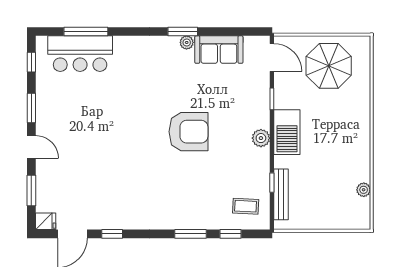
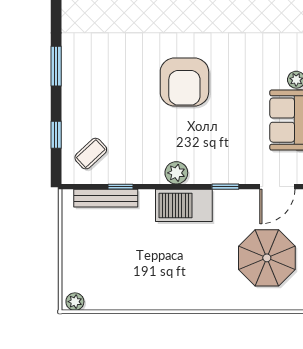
plant: (364, 190) -> (75, 302), moved
coffee table: (246, 206) -> (91, 154), turned 44
window: (190, 234) -> (56, 66), moved

